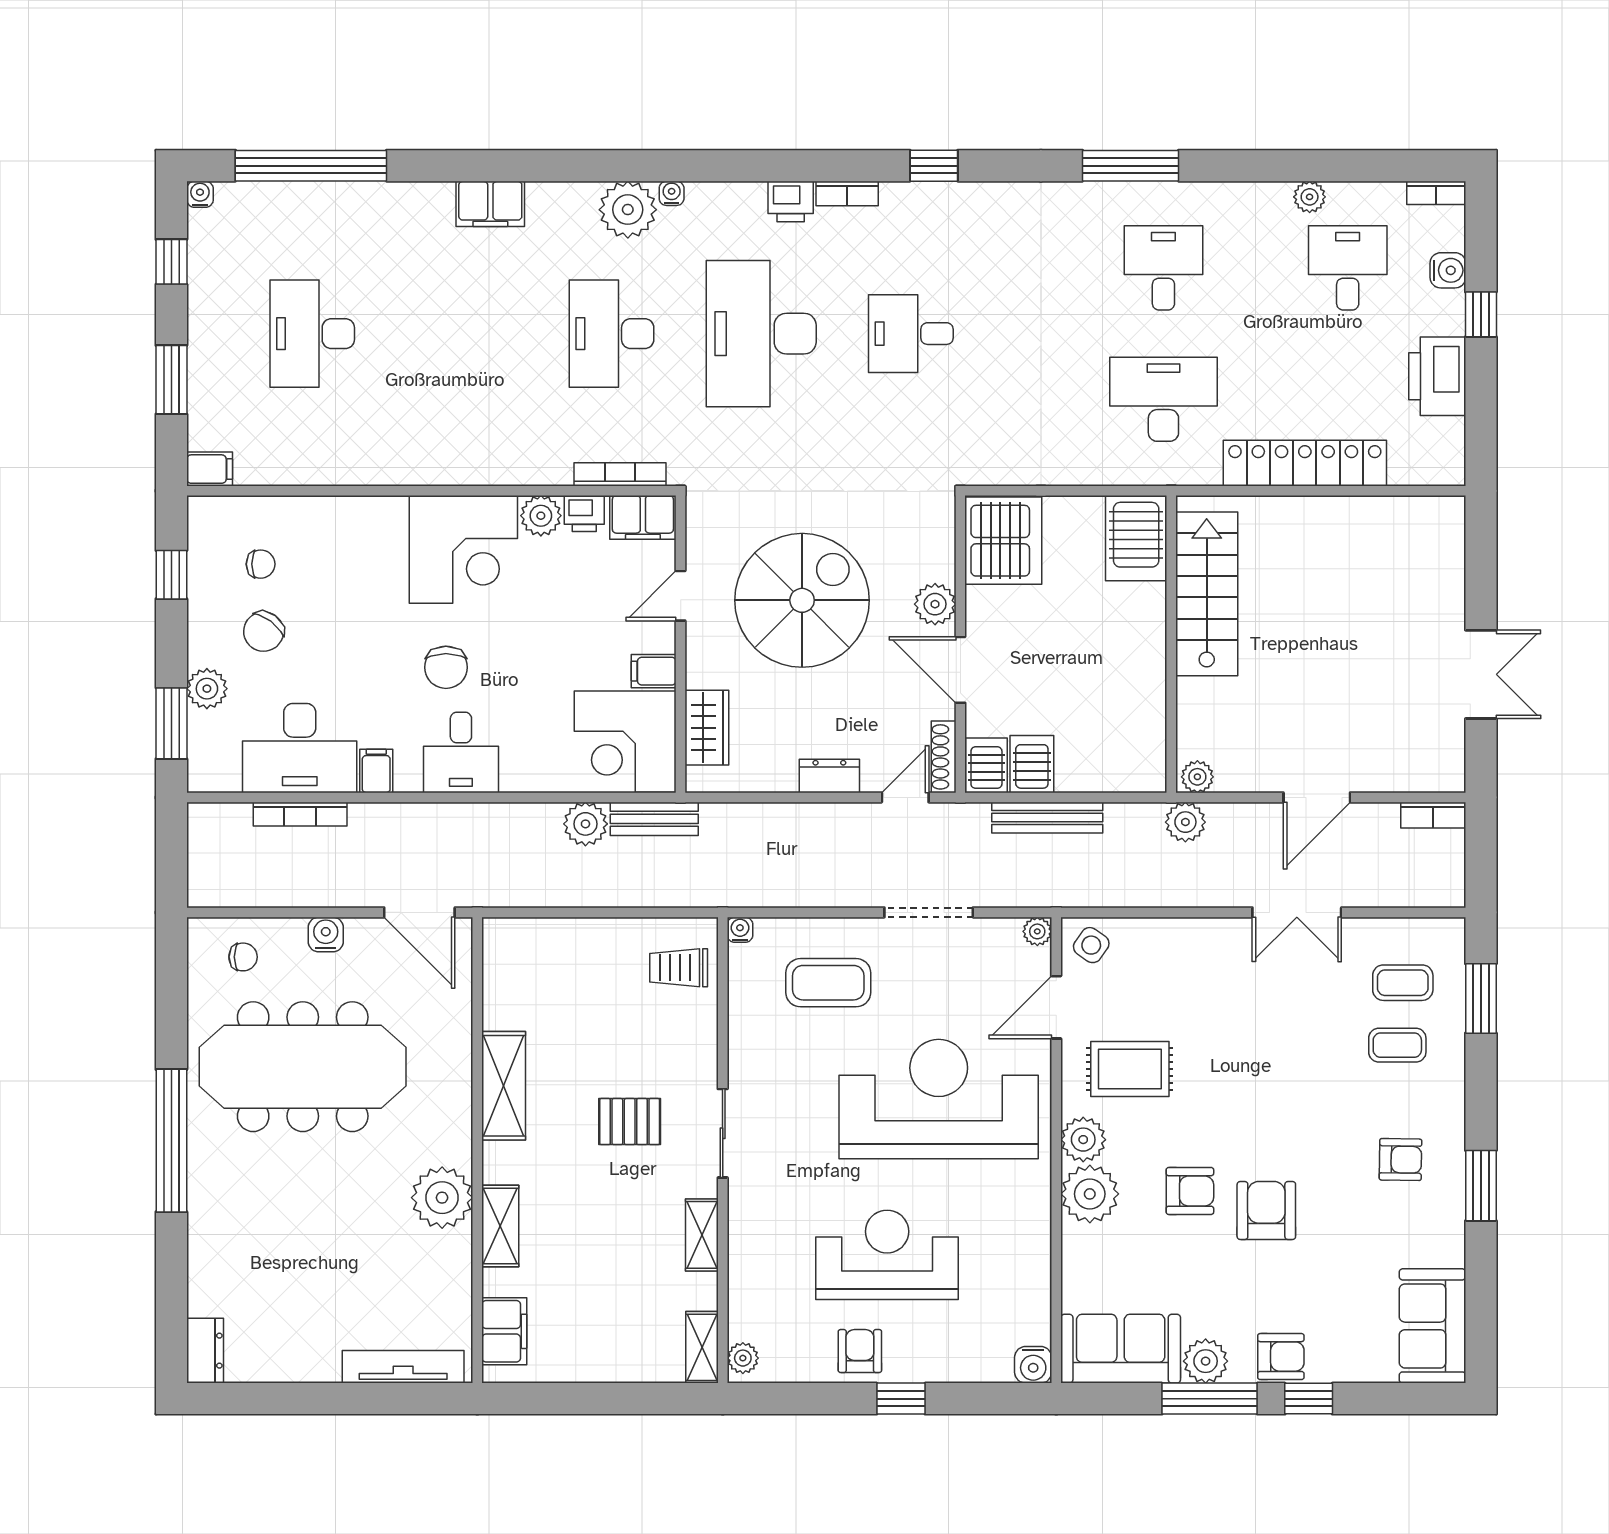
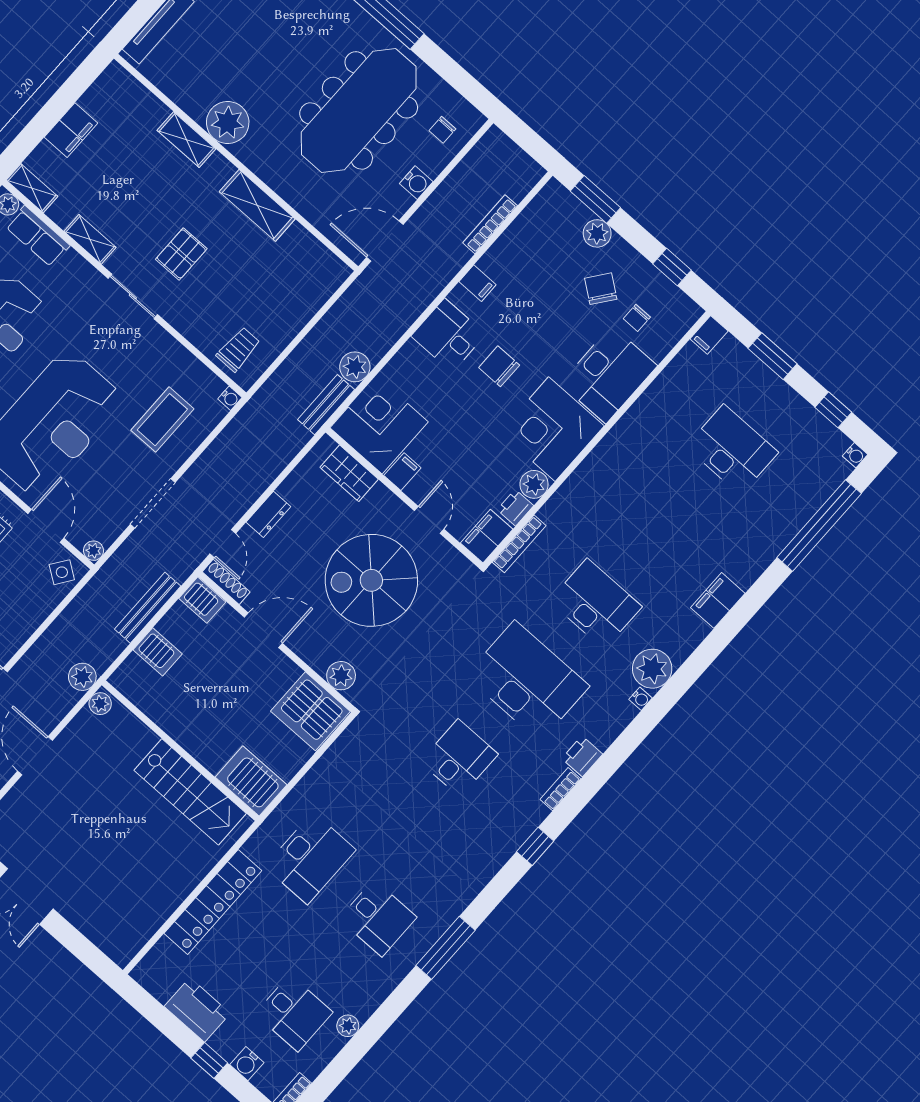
spiral stairs: (802, 600) -> (371, 580), turned 90
plant: (935, 604) -> (341, 676), moved
desk: (300, 748) -> (609, 375), moved, turned 180
server rack: (1032, 764) -> (158, 652), moved
row of seats: (749, 1295) -> (38, 236), added
filing cabinet: (504, 1331) -> (71, 130), moved, turned -90

